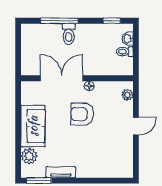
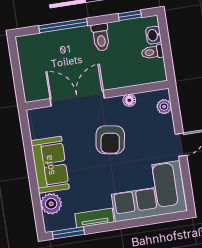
toilet: (69, 34) -> (101, 37), moved
floor lamp: (89, 86) -> (129, 100), moved
armchair: (82, 114) -> (110, 140), turned -81
corner sofa: (105, 158) -> (147, 191), added

